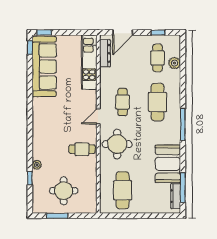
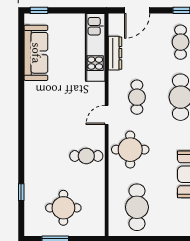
window: (30, 48) -> (21, 29), removed
dresser: (105, 53) -> (115, 53), moved
sofa: (44, 67) -> (36, 53), width x0.74, depth x0.79
plant: (37, 165) -> (30, 175), removed

